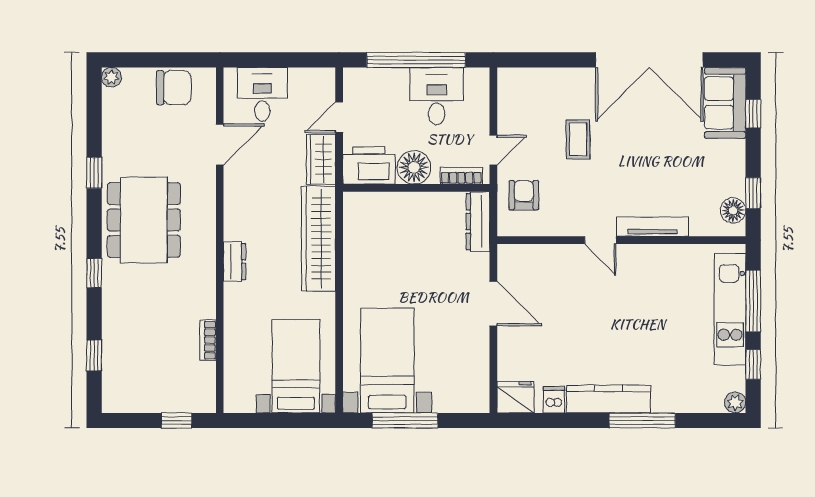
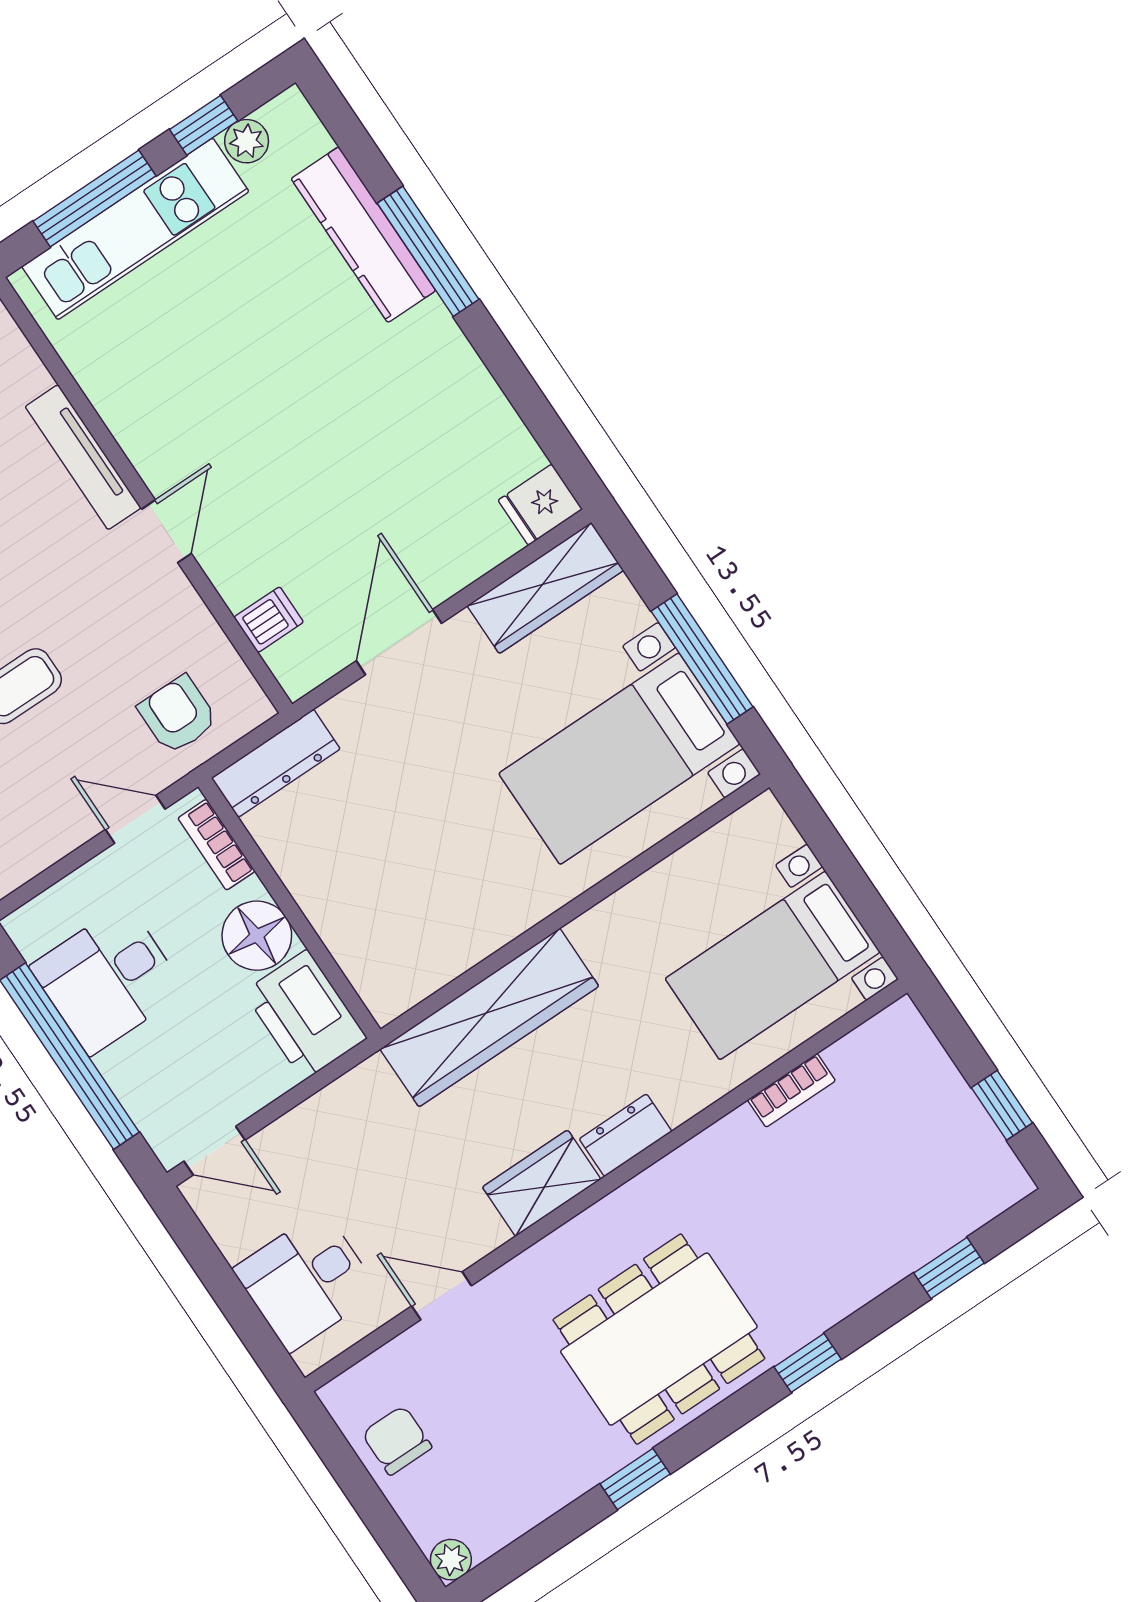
chair: (174, 88) -> (397, 1440), width x0.73, depth x0.73
door: (339, 117) -> (214, 1151), moved
door: (220, 144) -> (441, 1296), width x0.73
wardrobe: (321, 159) -> (542, 1183), moved, turned 180
armchair: (524, 195) -> (178, 715), turned 90
bed with nightstands: (296, 366) -> (773, 965), moved
wardrobe: (476, 377) -> (545, 588), added
fridge: (515, 397) -> (540, 505), width x0.72
kitchen counter: (608, 399) -> (363, 235), moved
dishwasher: (554, 400) -> (269, 620), moved, turned 180
plant: (735, 402) -> (247, 141), moved
window: (177, 420) -> (1002, 1105), moved

